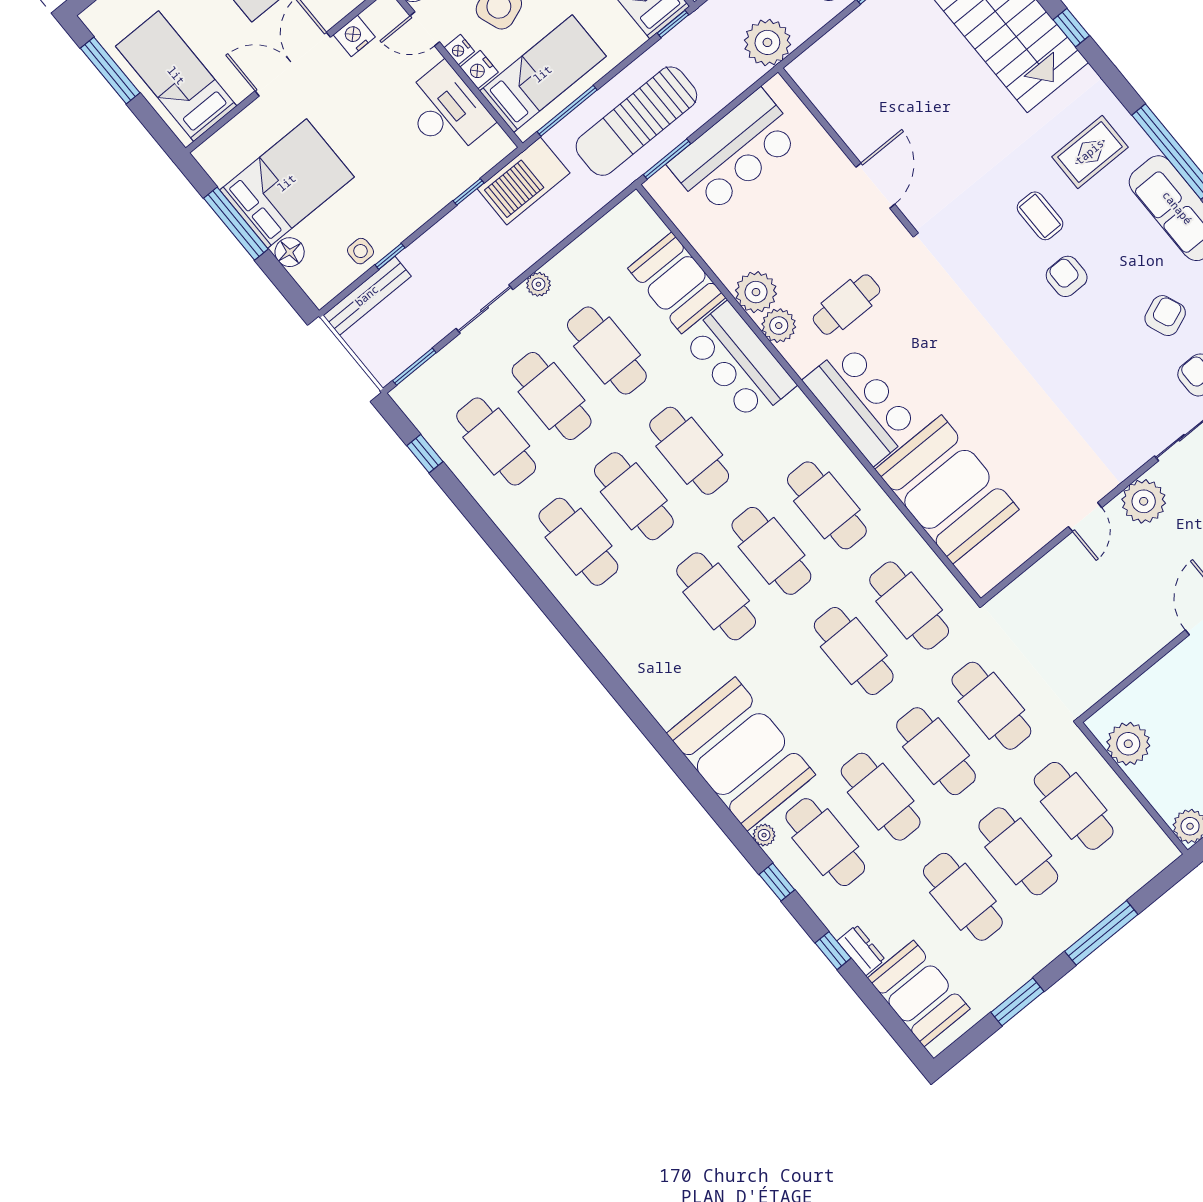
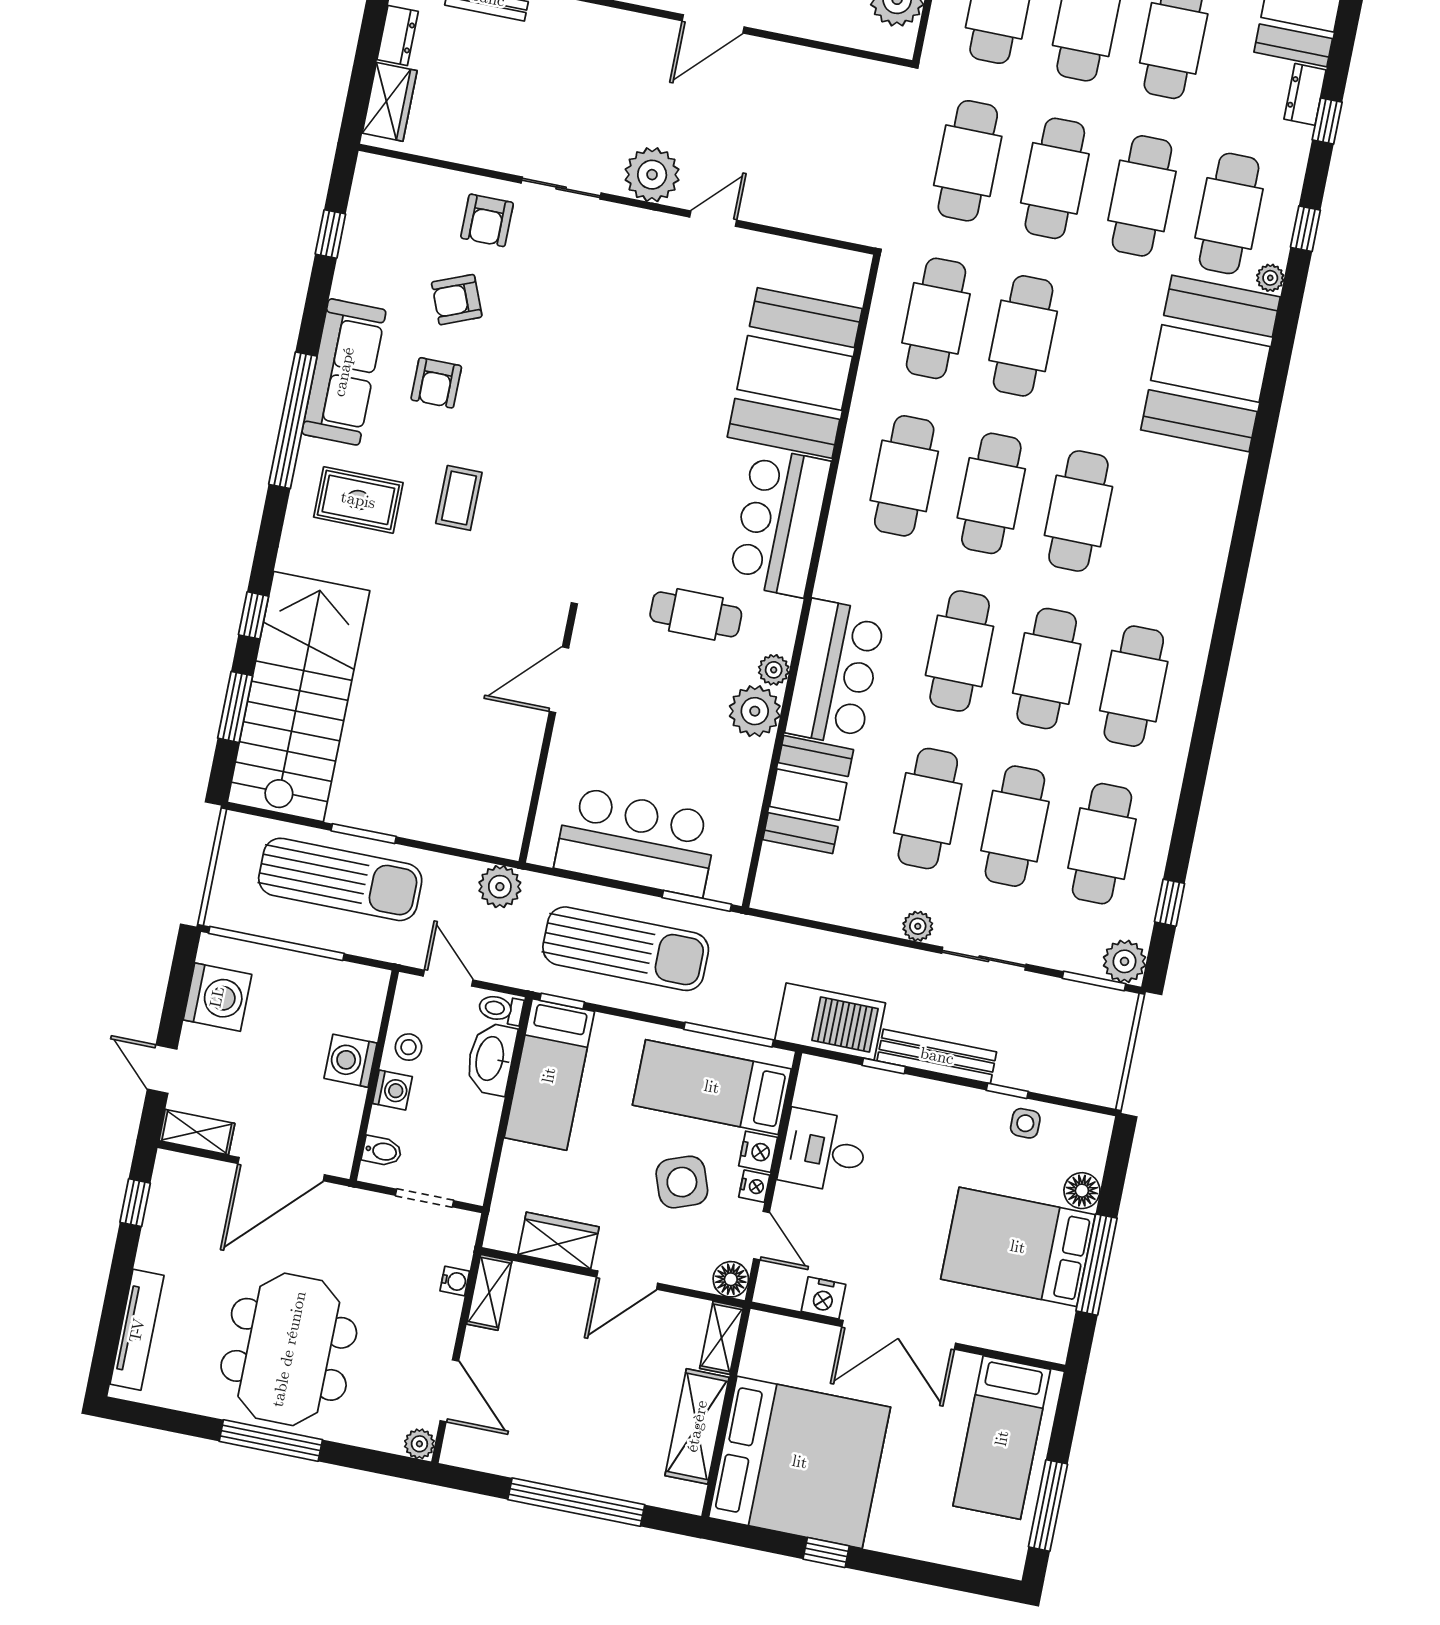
plant: (767, 42) -> (500, 887), width x0.73, depth x0.73
desk: (446, 111) -> (823, 1151), width x0.73
sun lounger: (636, 121) -> (626, 949), moved
armchair: (1067, 276) -> (436, 383), moved
bench: (367, 296) -> (937, 1056), moved
plant: (779, 326) -> (774, 670), width x0.73, depth x0.73
plant: (411, 396) -> (1125, 961), added

